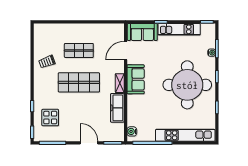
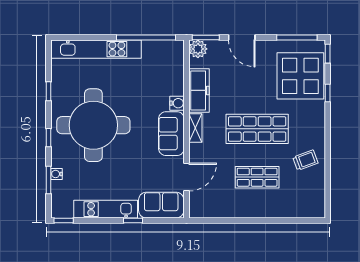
display table: (50, 118) -> (300, 76), width x1.86, depth x1.86
water cooler: (132, 131) -> (177, 103), moved
plant: (118, 135) -> (198, 49), added

